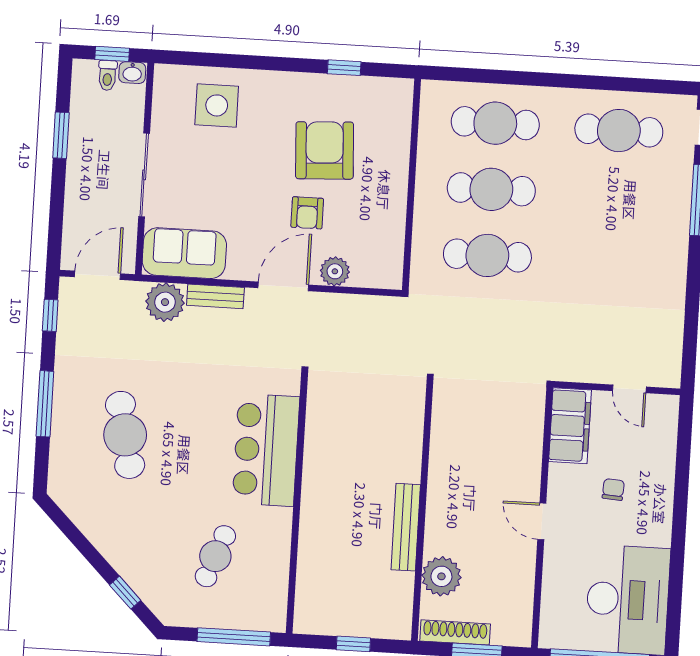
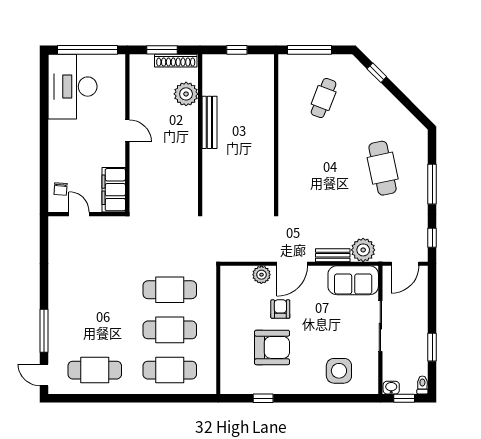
toilet: (107, 75) -> (422, 385), moved
armchair: (325, 150) -> (272, 347), turned -87
bar counter: (266, 450) -> (297, 164), removed
chair: (613, 489) -> (61, 189), moved

